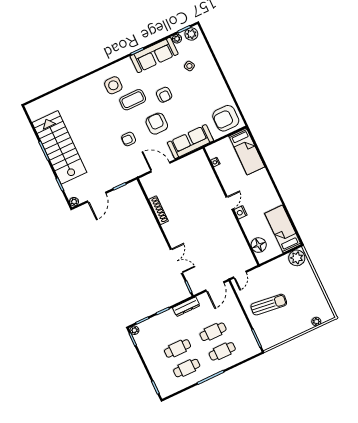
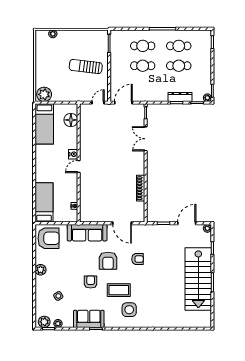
sofa: (154, 55) -> (89, 319), width x0.73
plant: (219, 84) -> (40, 270), added
dresser: (186, 307) -> (180, 97), moved

